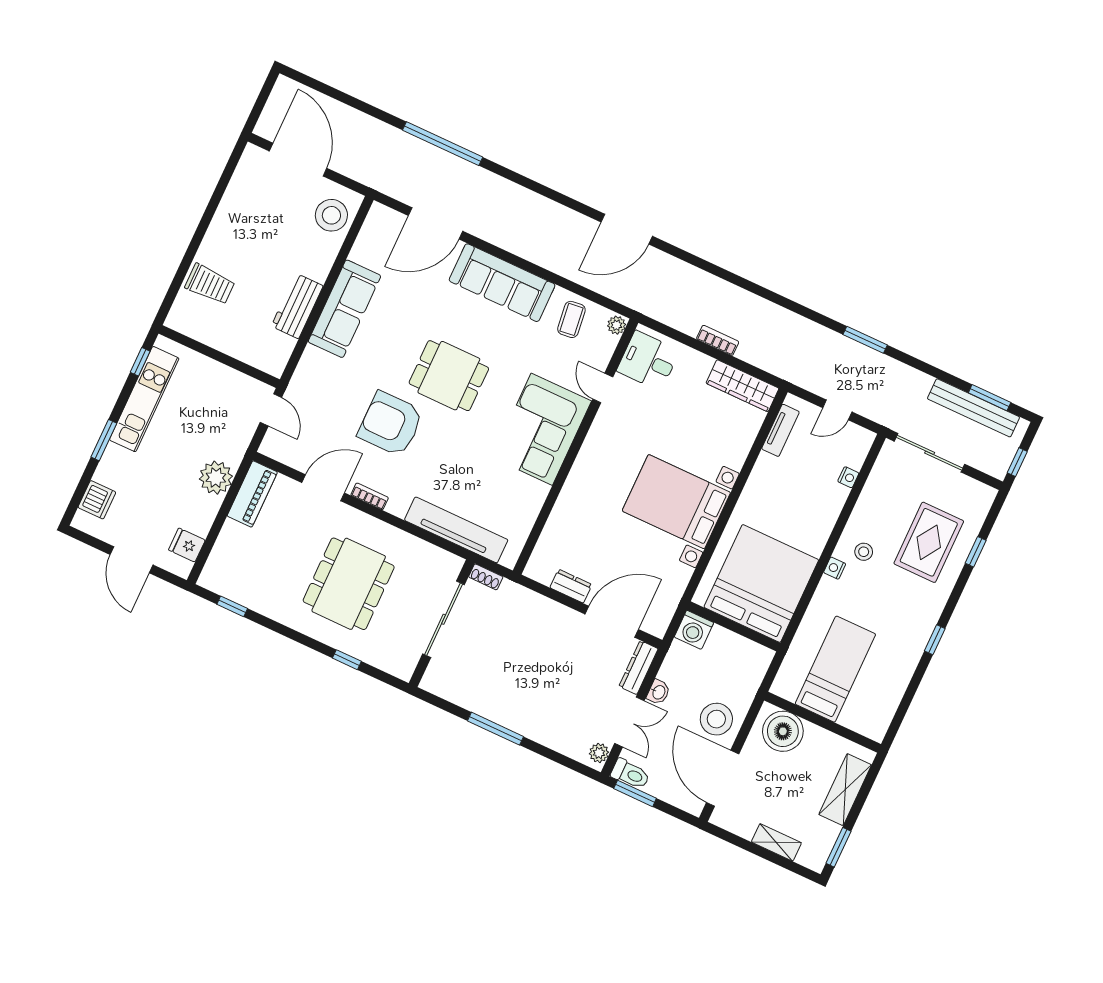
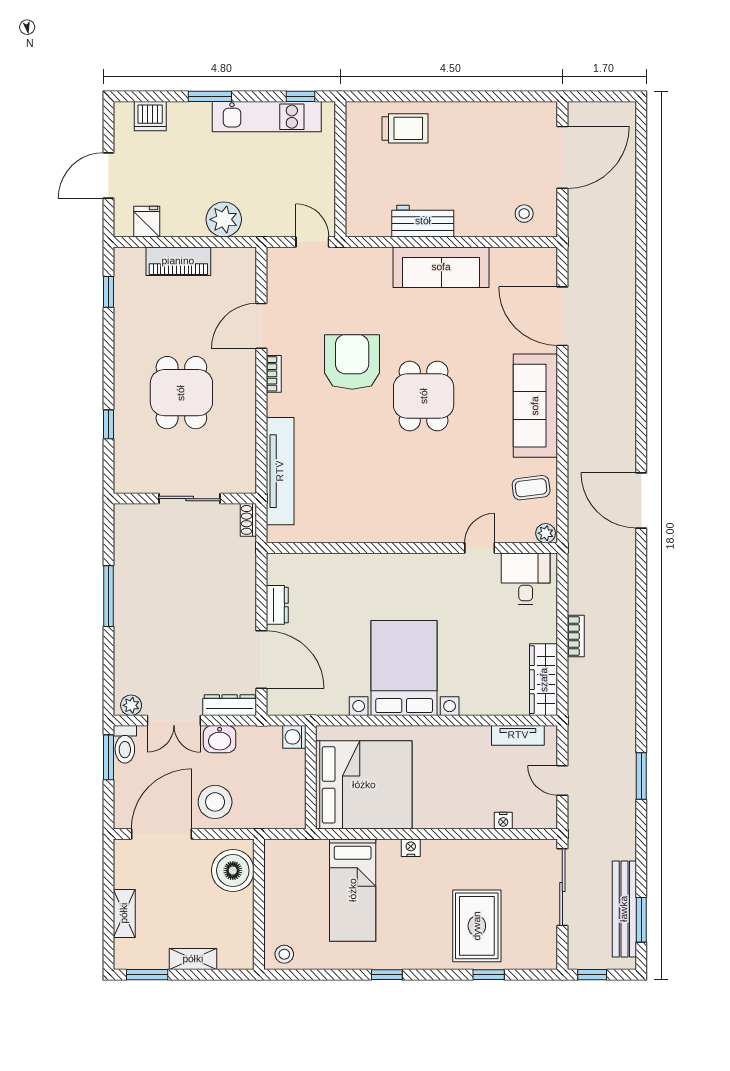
window: (443, 144) -> (641, 288), removed
stool: (331, 215) -> (524, 214), width x0.53, depth x0.53
trolley: (210, 284) -> (405, 128), turned -90
door: (271, 410) -> (312, 242), swing flipped
corner sofa: (542, 429) -> (414, 508), removed
door: (323, 488) -> (261, 326), swing flipped
piano: (252, 494) -> (178, 261), moved
rug: (929, 542) -> (477, 926), turned 90
stool: (864, 552) -> (284, 954), moved
dining table: (349, 584) -> (181, 393), width x0.73
sliding door: (444, 619) -> (190, 499), width x0.73
washing machine: (694, 630) -> (294, 737), width x0.73, depth x0.73
bed: (835, 669) -> (353, 890), moved, turned 90
washbasin: (658, 692) -> (220, 739), width x1.38, depth x1.45
shelving: (845, 790) -> (193, 959), width x0.67, depth x0.75

